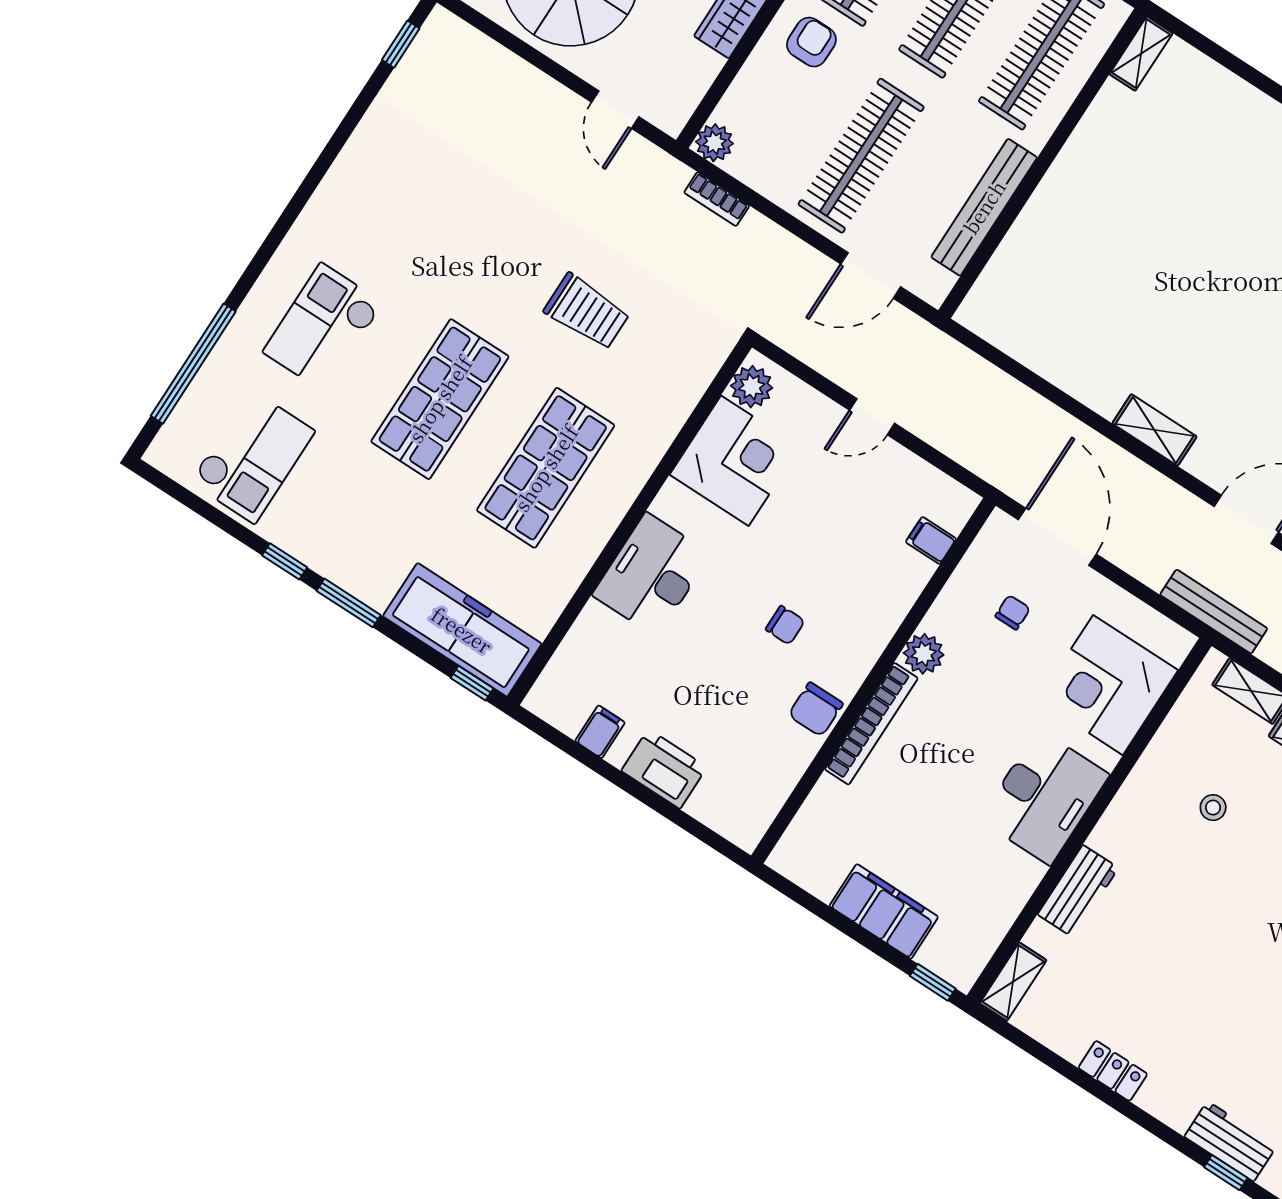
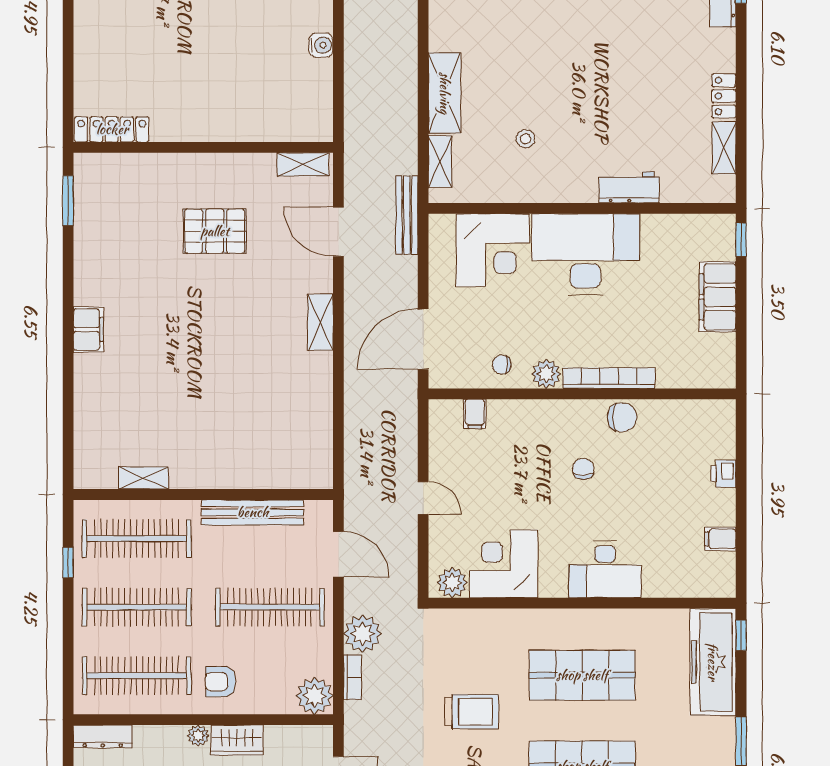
shelving: (1141, 54) -> (143, 478), moved
plant: (714, 143) -> (315, 696), width x1.36, depth x1.36
plant: (760, 244) -> (363, 634), added
trolley: (587, 312) -> (472, 712), turned 90
chair: (1013, 612) -> (502, 365), moved
printer: (664, 769) -> (723, 474), width x0.53, depth x0.68
desk: (1044, 797) -> (585, 254), width x1.36, depth x1.30
shelving: (1013, 982) -> (724, 148), moved, turned 90

